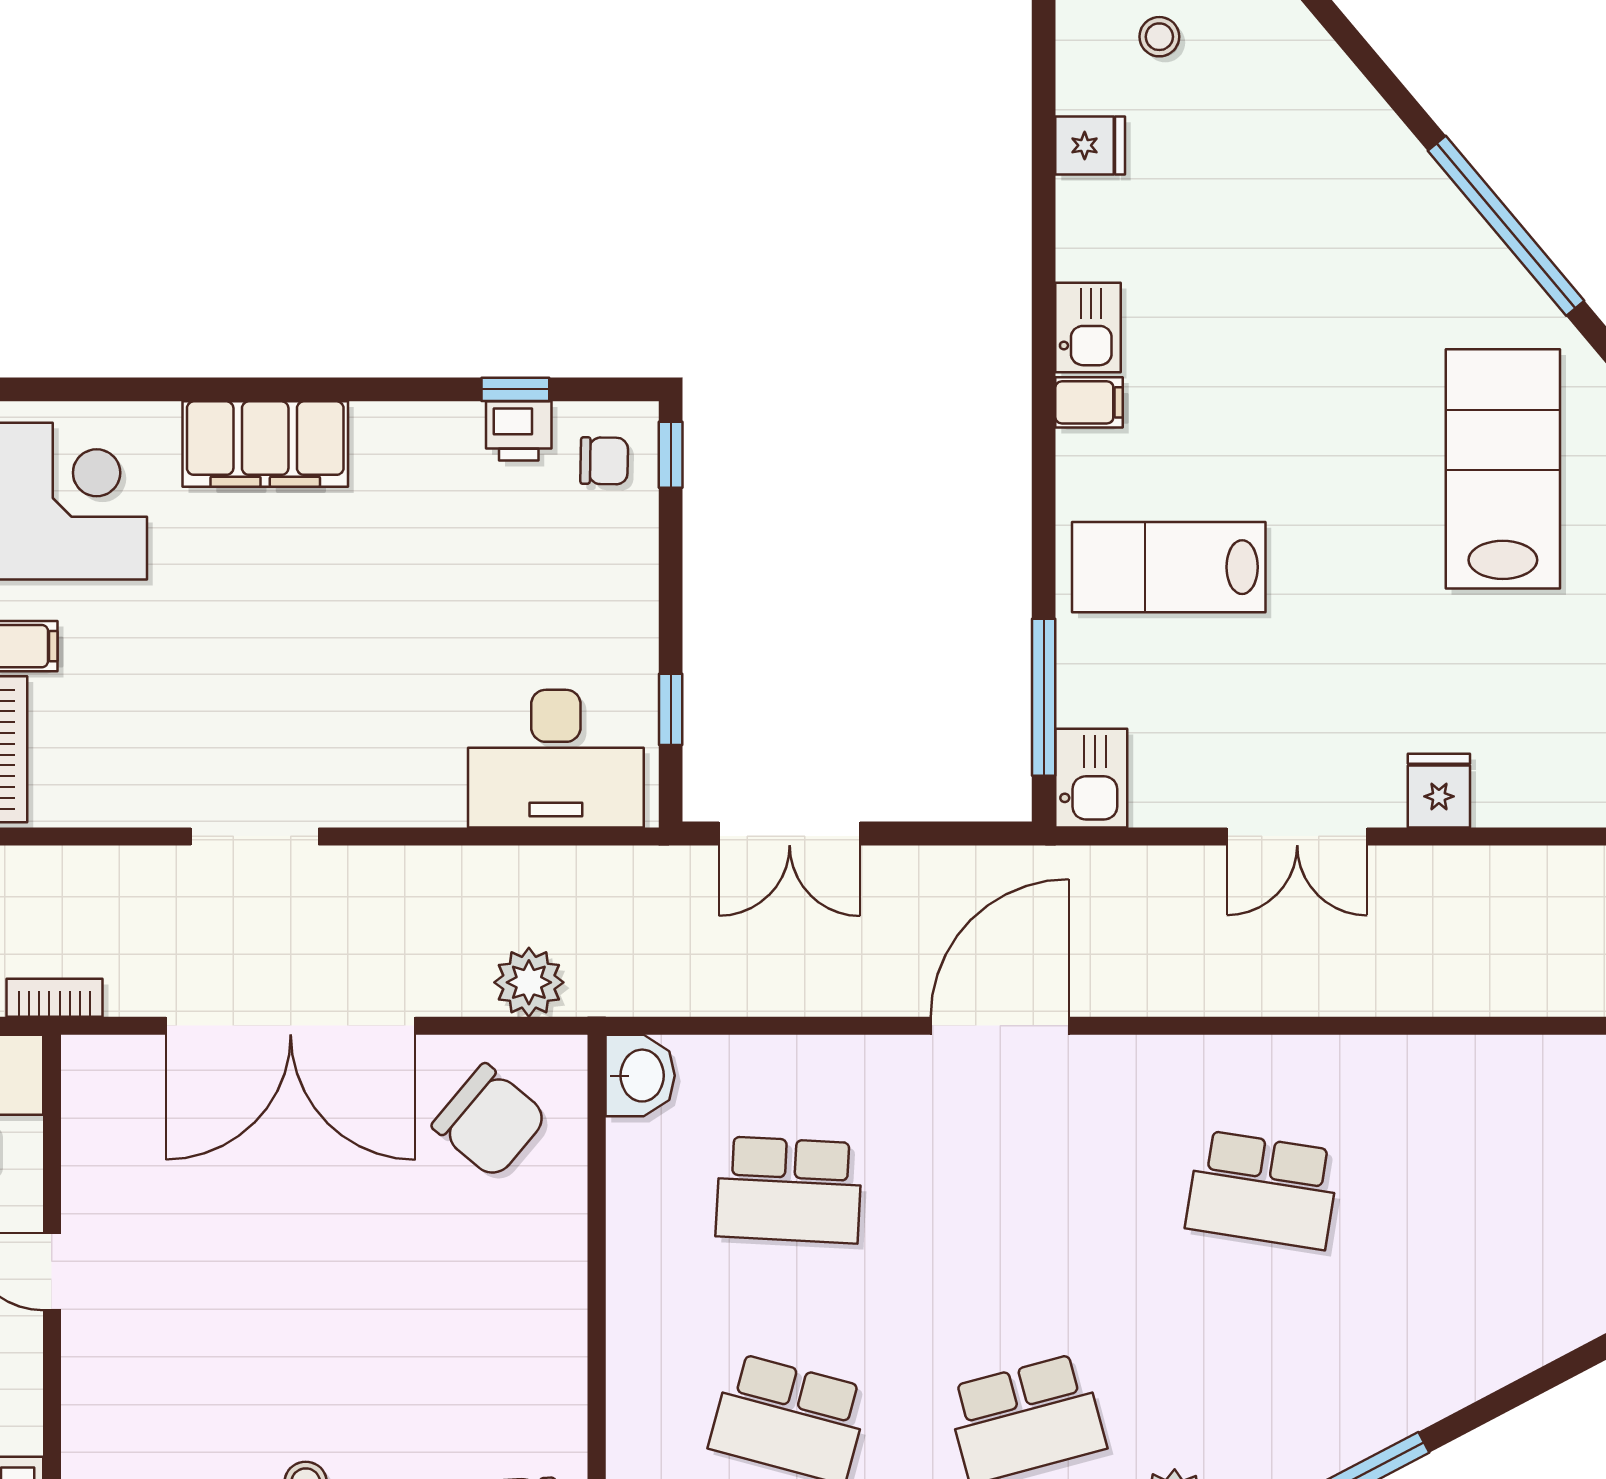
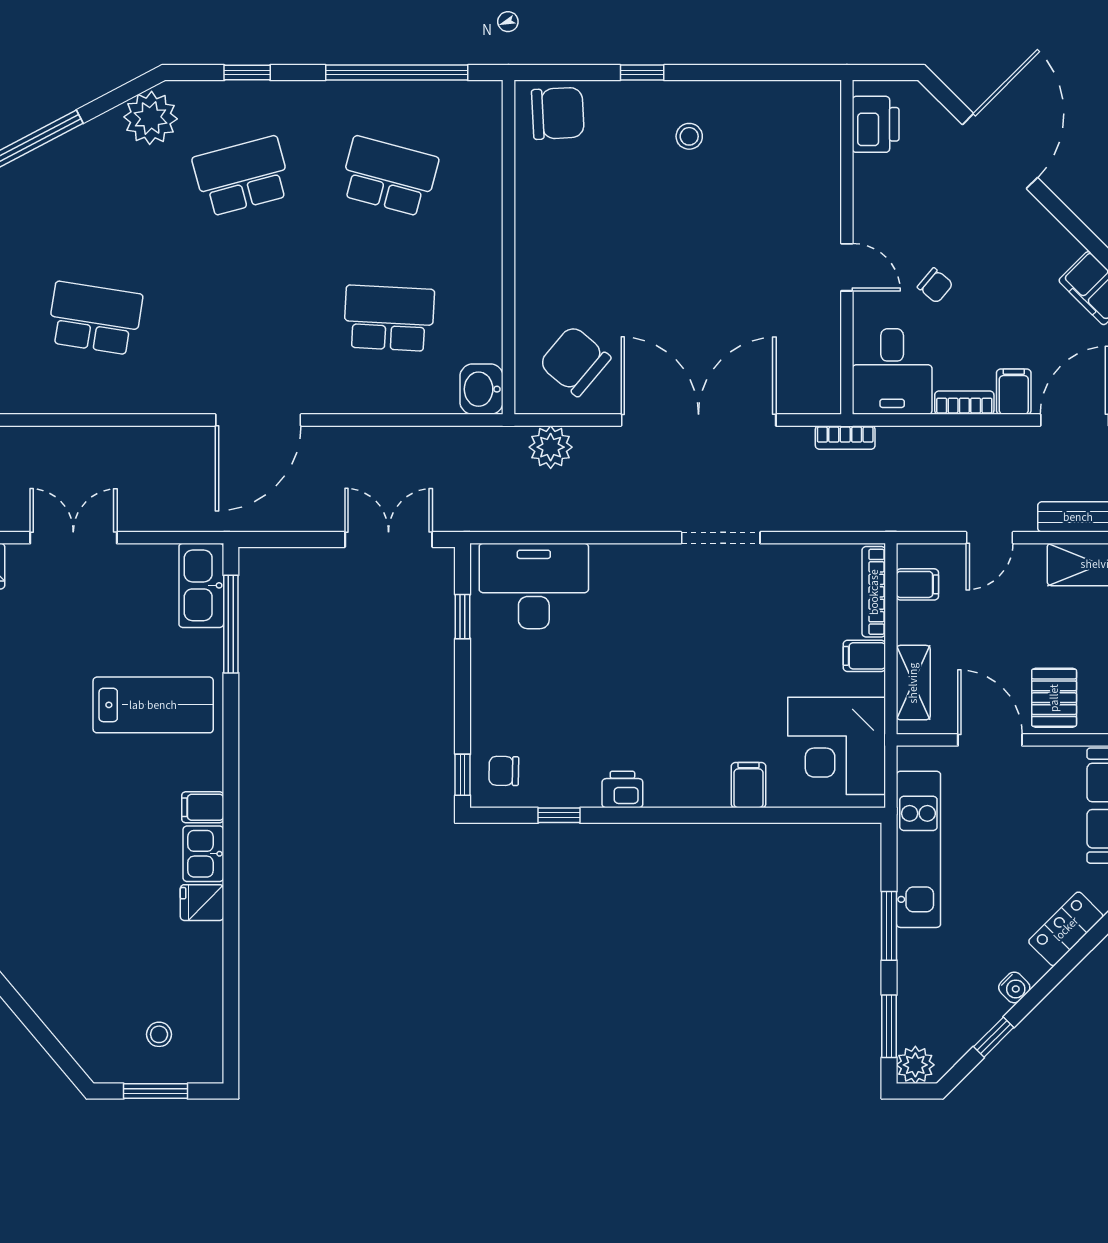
fridge: (1090, 145) -> (202, 903), moved
printer: (519, 431) -> (622, 790), moved
filing cabinet: (265, 444) -> (749, 785), width x0.33, depth x0.86
kitchen sink: (1091, 778) -> (201, 585), width x1.38

